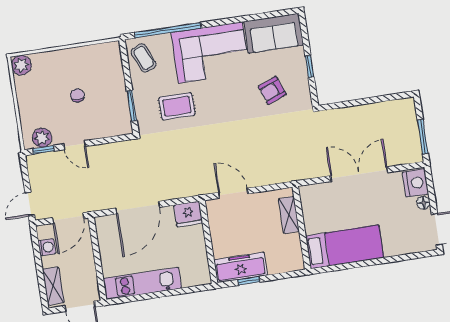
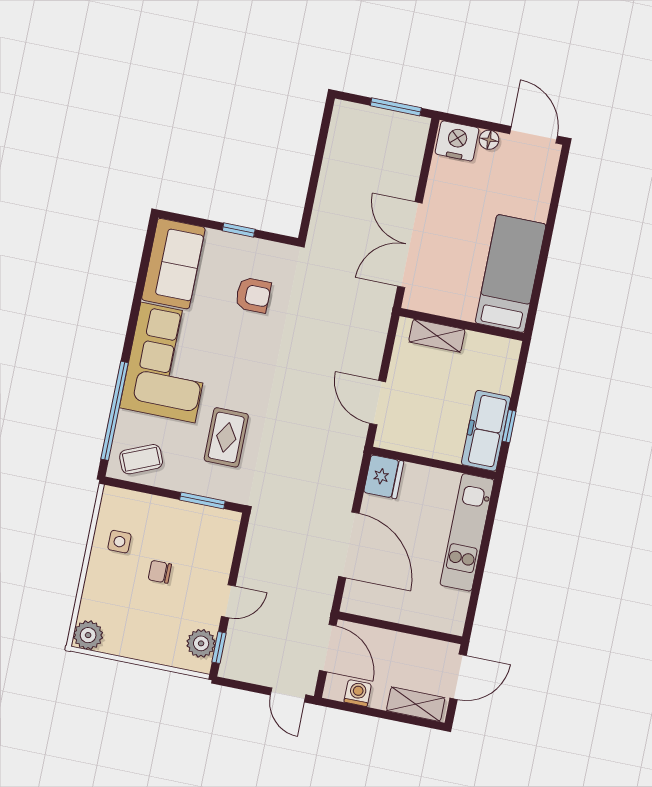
side table: (87, 63) -> (119, 542), added
armchair: (272, 90) -> (253, 295), turned -69
double door: (359, 174) -> (410, 245), moved
door: (233, 193) -> (378, 403), hinge flipped
kitchen unit: (142, 283) -> (467, 532), moved

